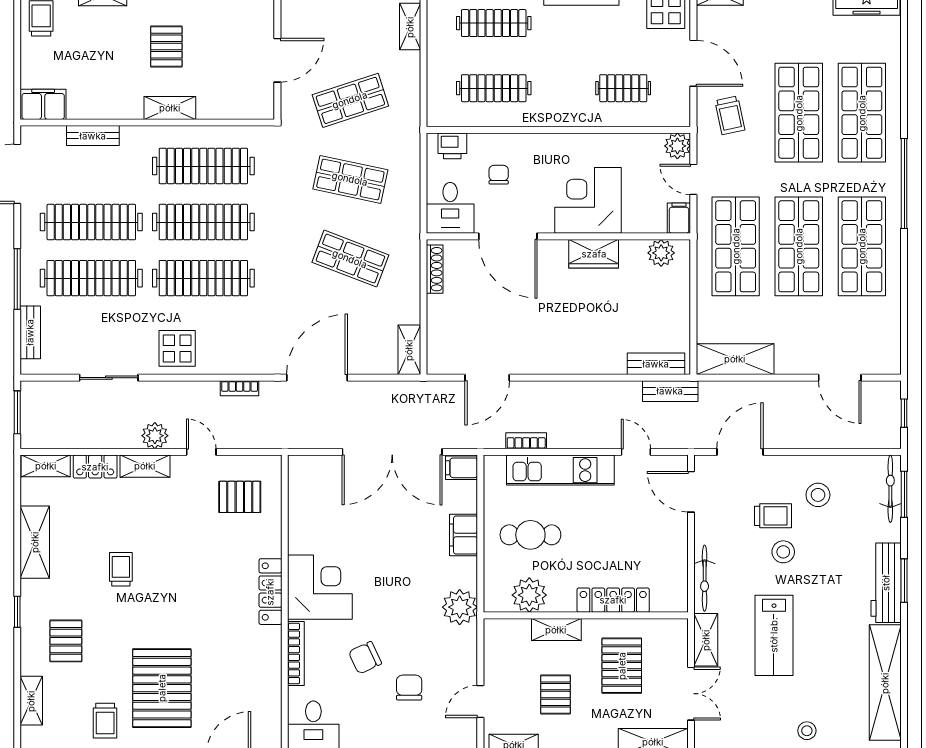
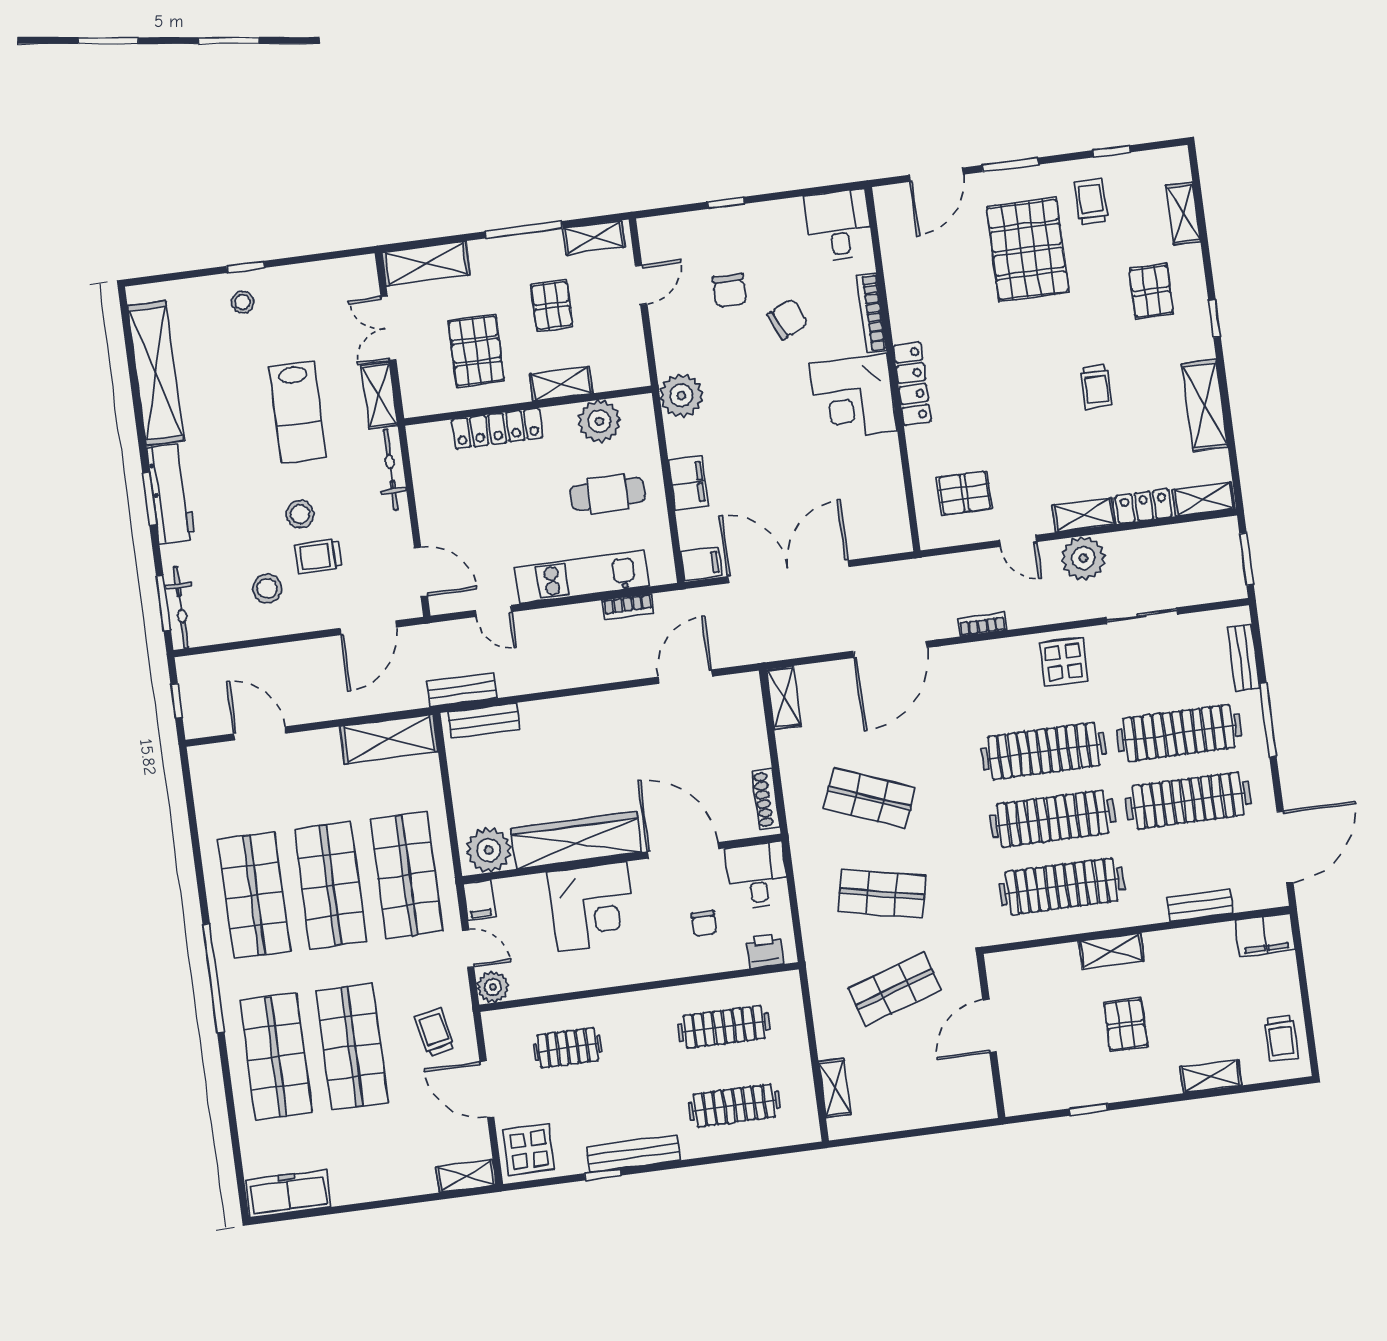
plant: (661, 253) -> (489, 850), width x1.36, depth x1.36
wardrobe: (594, 254) -> (576, 840), width x2.10, depth x1.17
plant: (155, 436) -> (1083, 558), width x1.36, depth x1.36
lab bench: (774, 635) -> (298, 412), turned 180

